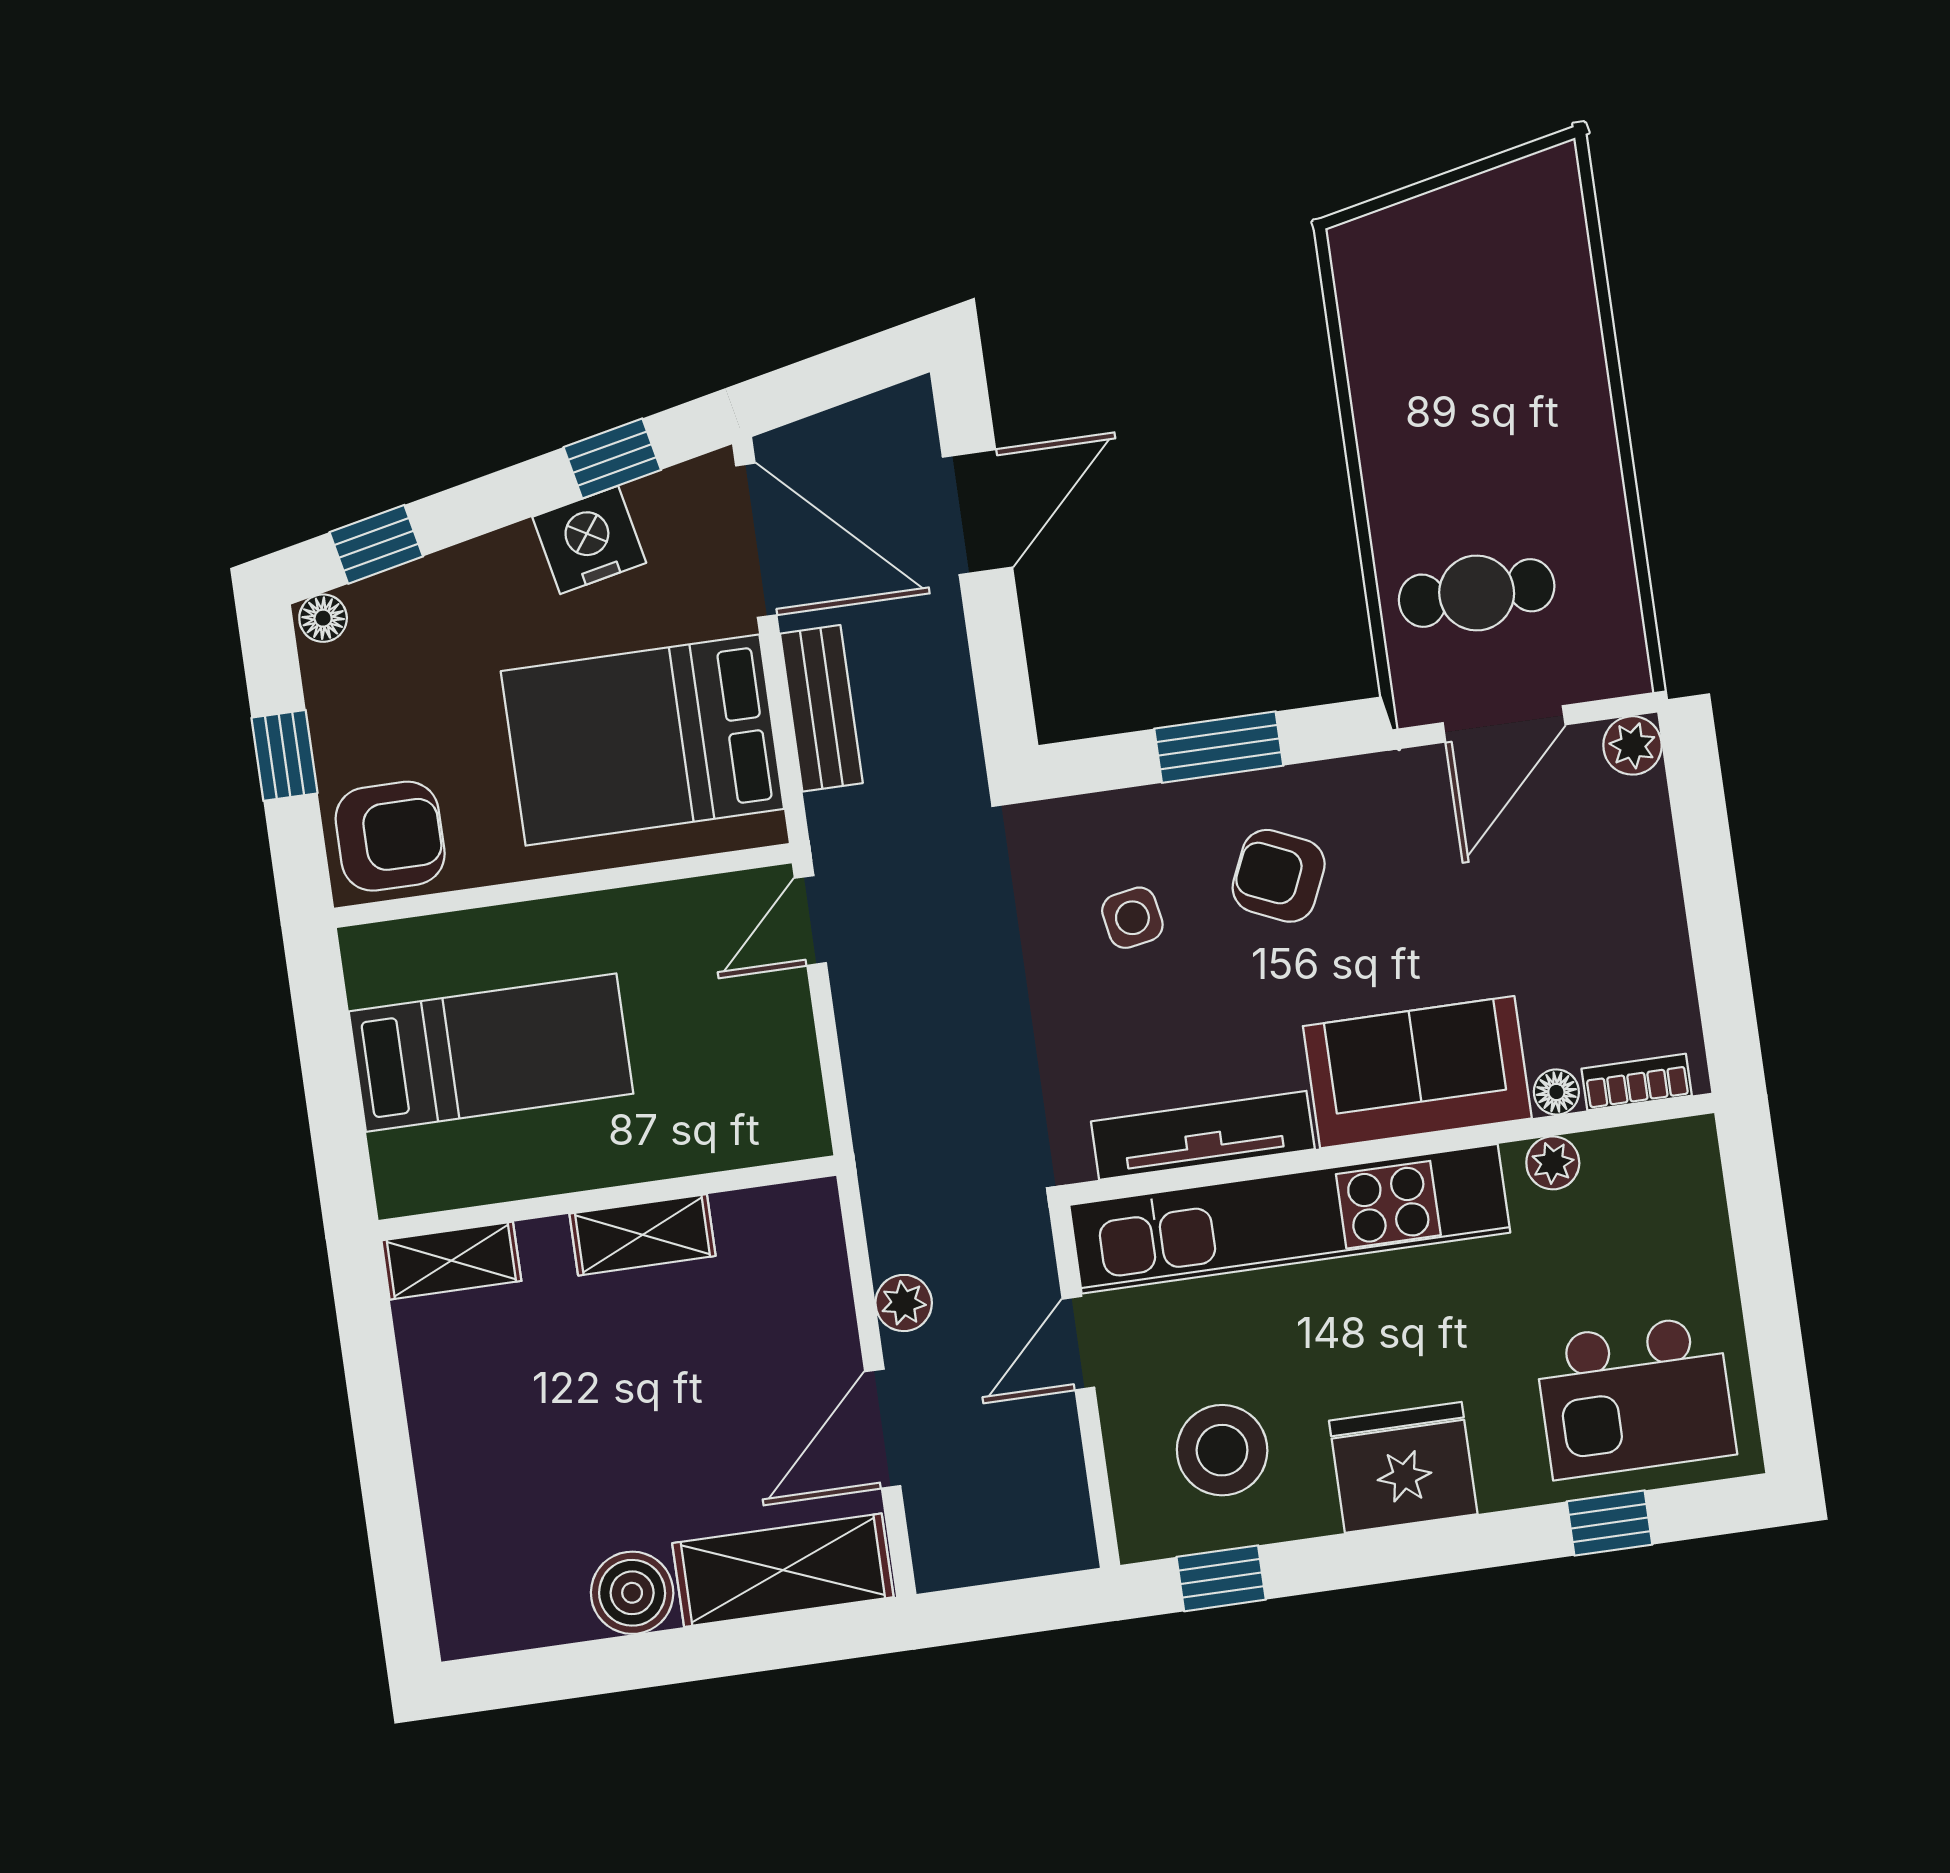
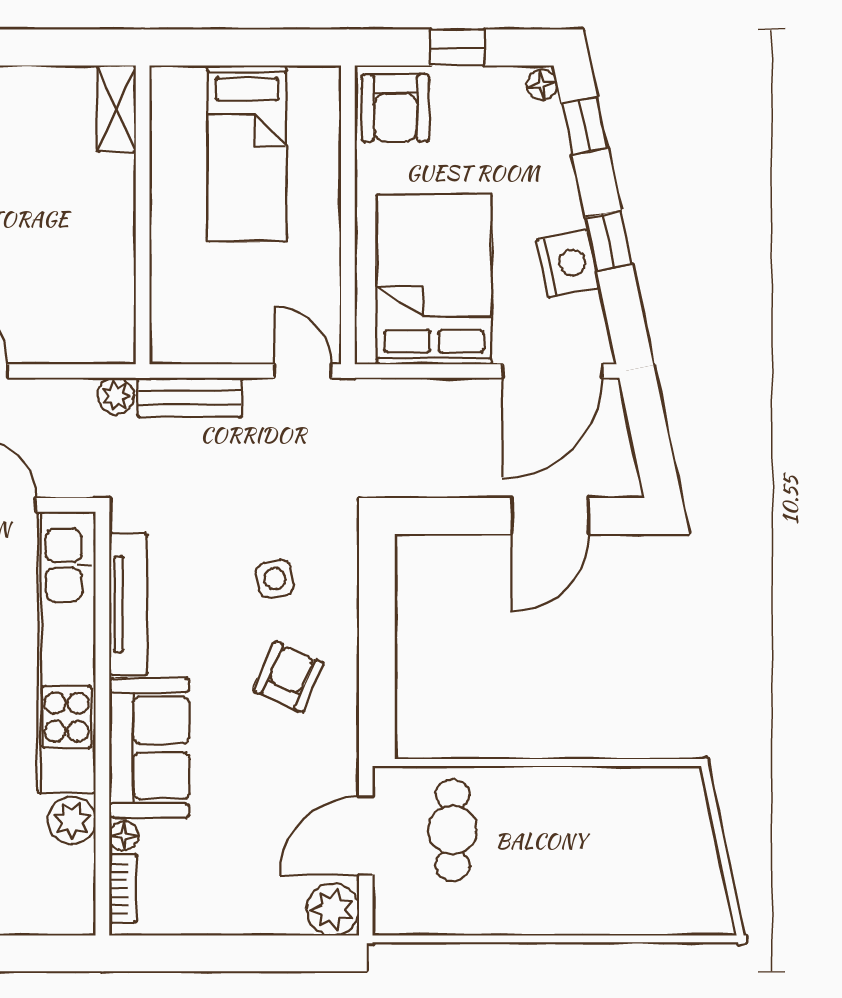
window: (612, 459) -> (609, 241), moved
door: (977, 512) -> (550, 516), hinge flipped
bench: (821, 708) -> (190, 398), moved
door: (1504, 724) -> (366, 836), hinge flipped
plant: (1632, 745) -> (333, 909), width x1.38, depth x1.38
window: (1219, 747) -> (377, 650), removed
plant: (1553, 1163) -> (72, 820), width x1.38, depth x1.38
shelving: (642, 1235) -> (116, 234), removed
plant: (904, 1303) -> (116, 396), moved

